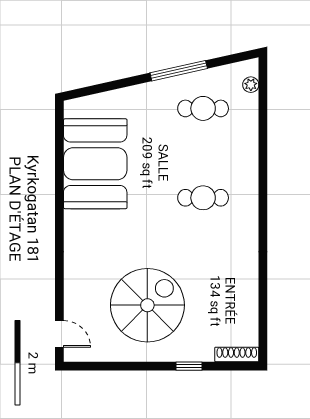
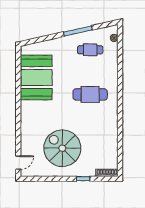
cafe table: (203, 198) -> (90, 94), width x1.37, depth x1.35
spiral stairs: (147, 305) -> (62, 148), turned -90
door: (59, 334) -> (18, 163), hinge flipped

